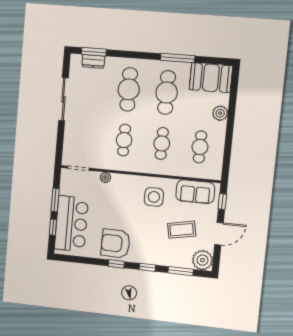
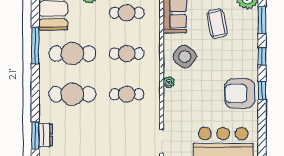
plant: (105, 177) -> (169, 82), moved
side table: (154, 197) -> (185, 57), turned 38
armchair: (116, 244) -> (240, 93), turned 89

